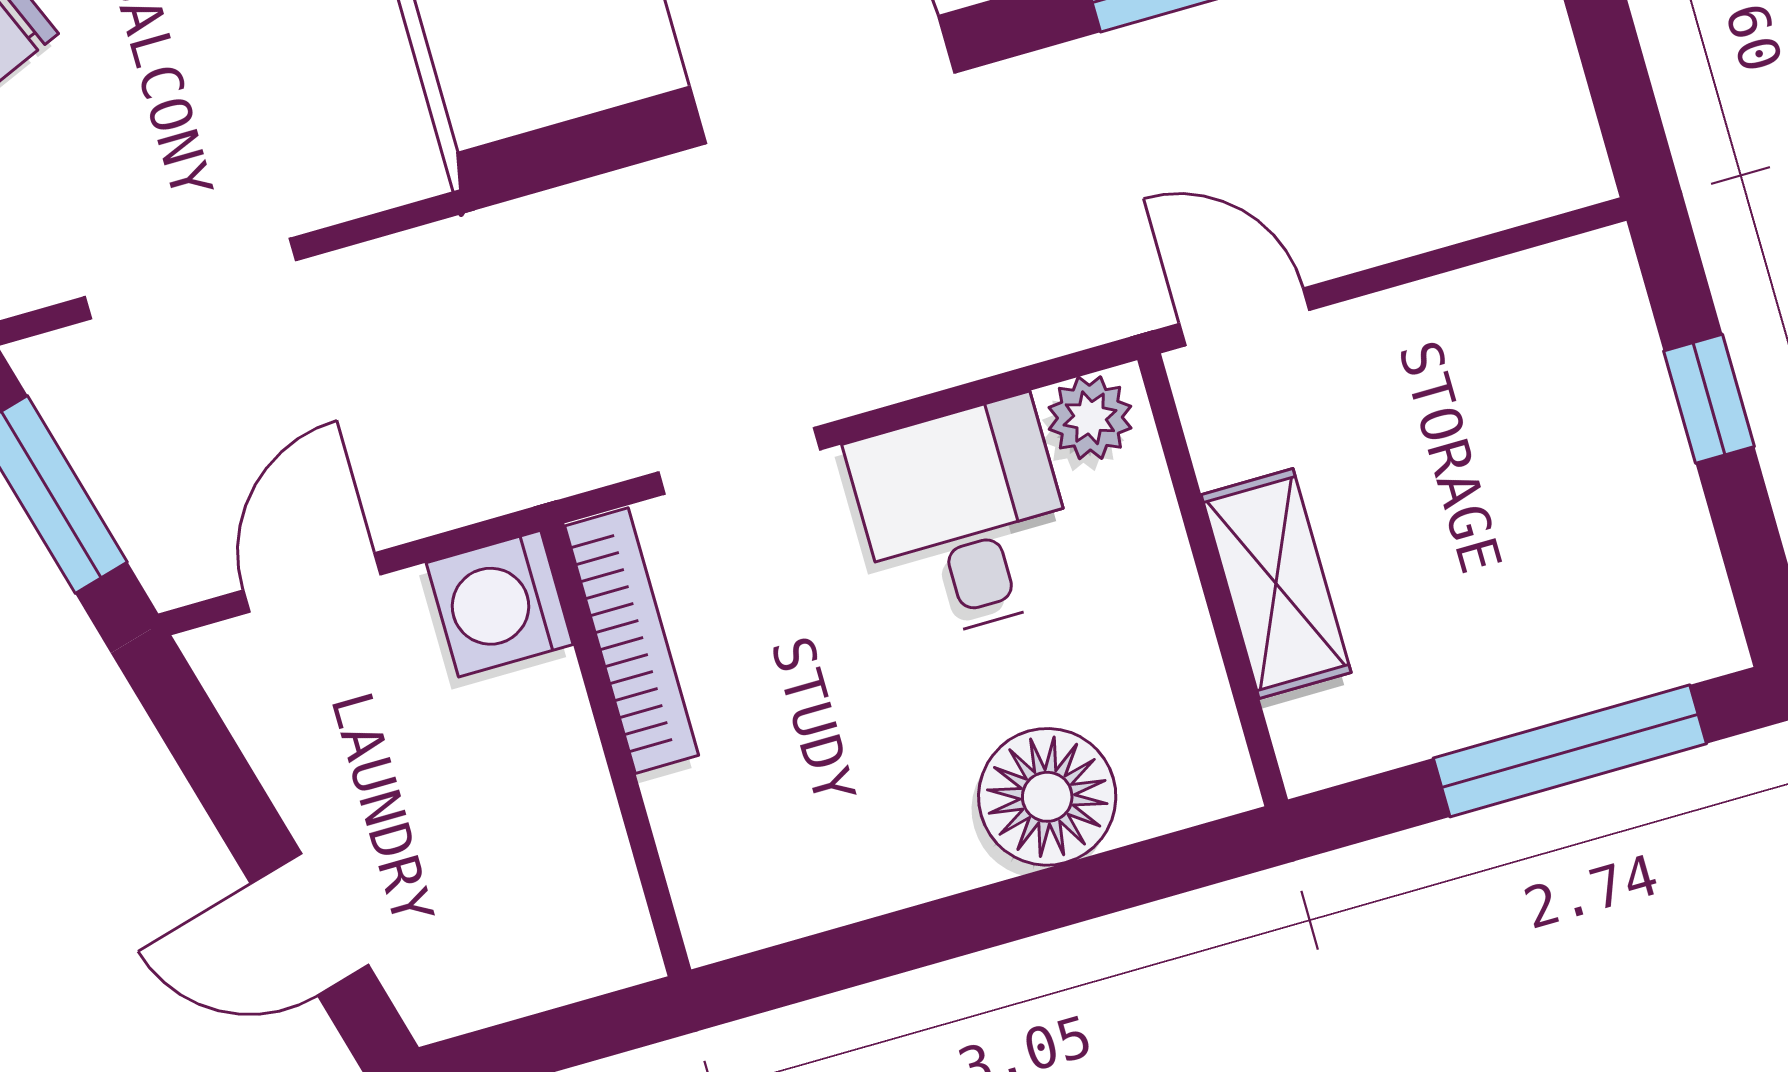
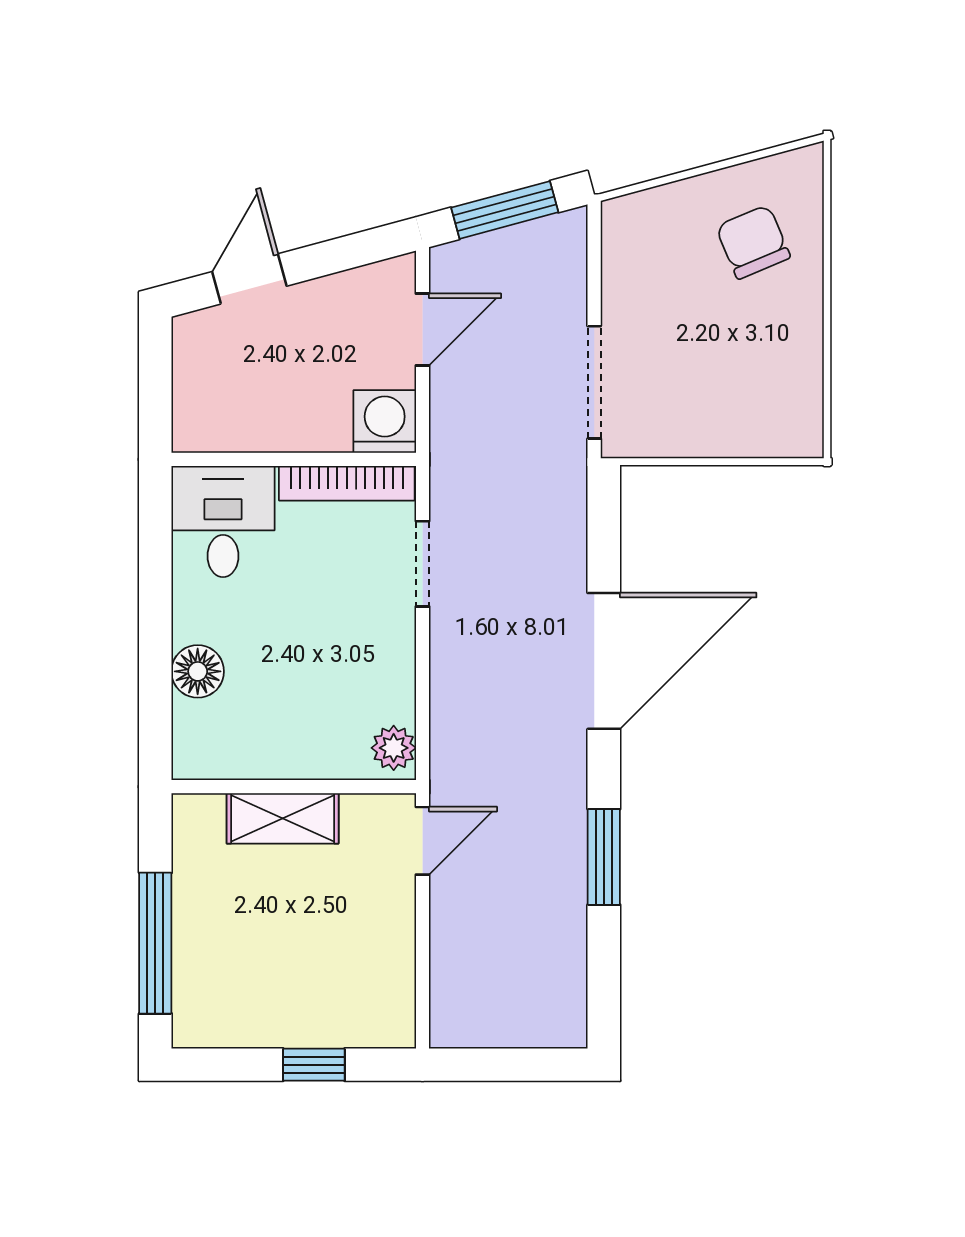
doorway: (191, 279) -> (594, 382), moved
desk: (965, 519) -> (223, 521), moved, turned -90
door: (312, 582) -> (422, 329), hinge flipped
floor lamp: (1047, 797) -> (198, 671), width x0.73, depth x0.73

